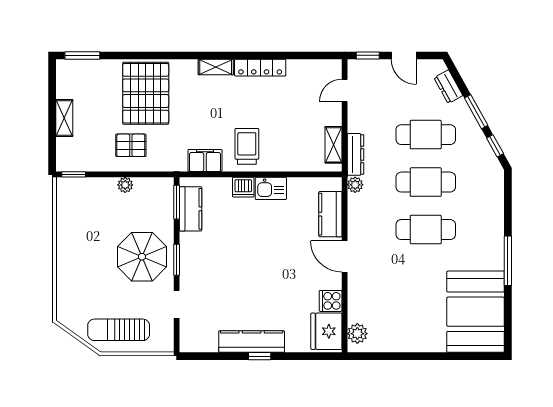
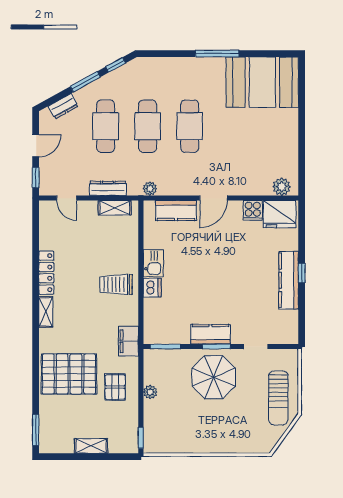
dresser: (356, 154) -> (108, 188), moved
filing cabinet: (205, 160) -> (129, 341), moved
kitchen counter: (191, 209) -> (210, 334), moved

